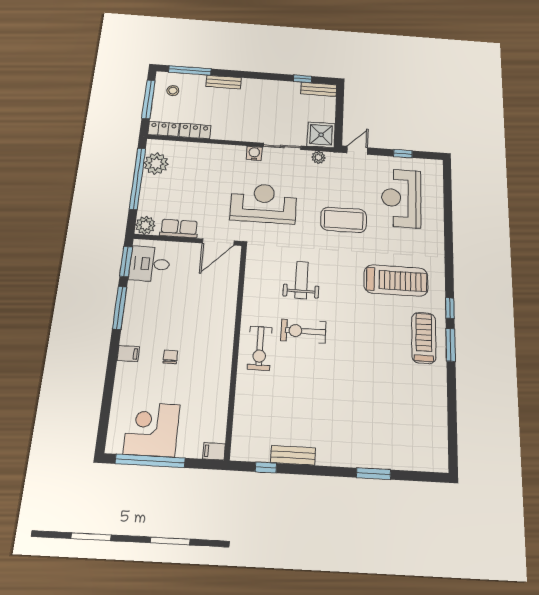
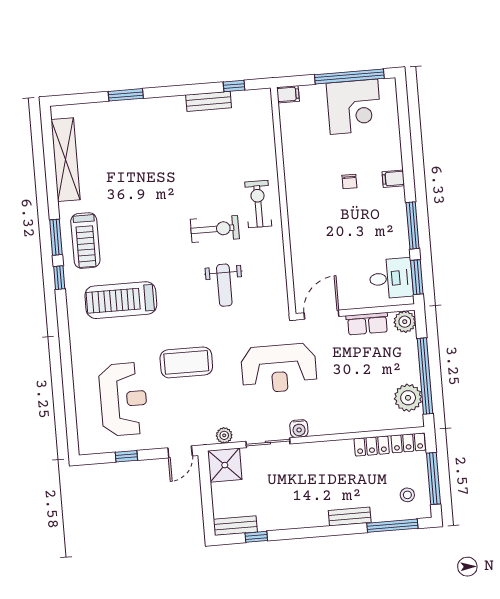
shelving: (437, 417) -> (66, 160), added

